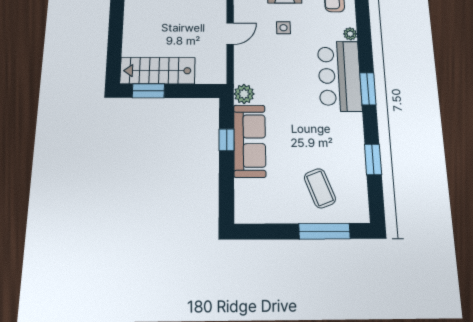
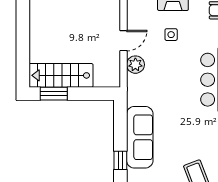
plant: (244, 94) -> (135, 65), moved
window: (227, 140) -> (120, 160), moved

